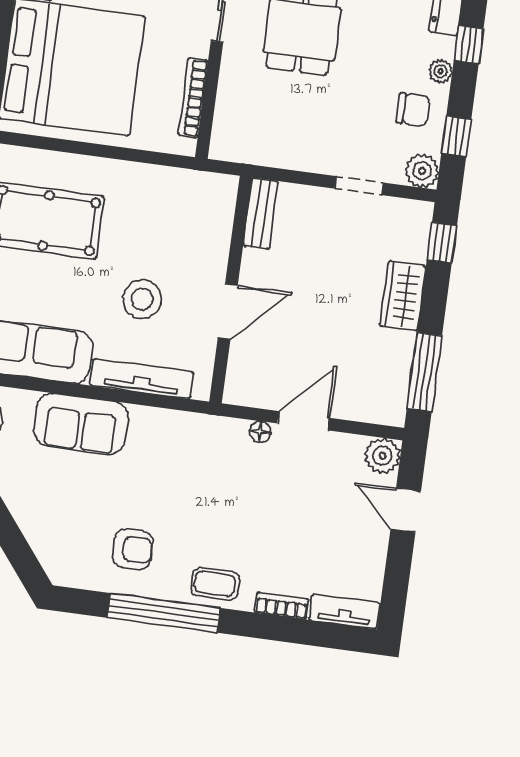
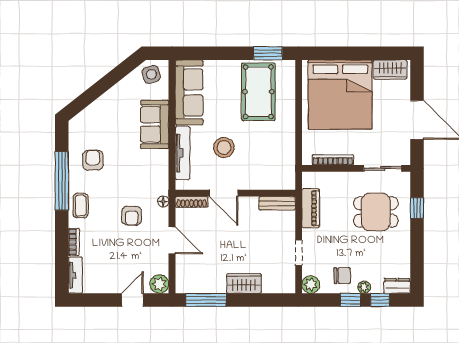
chair: (413, 109) -> (342, 276), turned -91
window: (456, 136) -> (350, 300), moved
piano: (278, 152) -> (311, 208), added
window: (442, 243) -> (275, 300), removed
shoe rack: (236, 374) -> (192, 202), added
floor lamp: (260, 432) -> (163, 201), moved
armchair: (247, 490) -> (132, 216), added
armchair: (133, 549) -> (93, 160), turned 180

